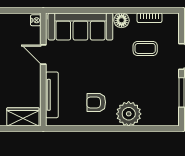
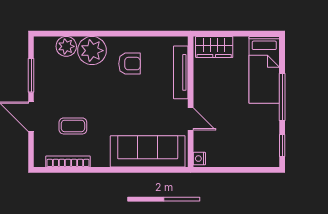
bookcase: (149, 18) -> (68, 162), width x1.56
floor lamp: (122, 20) -> (100, 158), removed
plant: (151, 117) -> (66, 46), added

